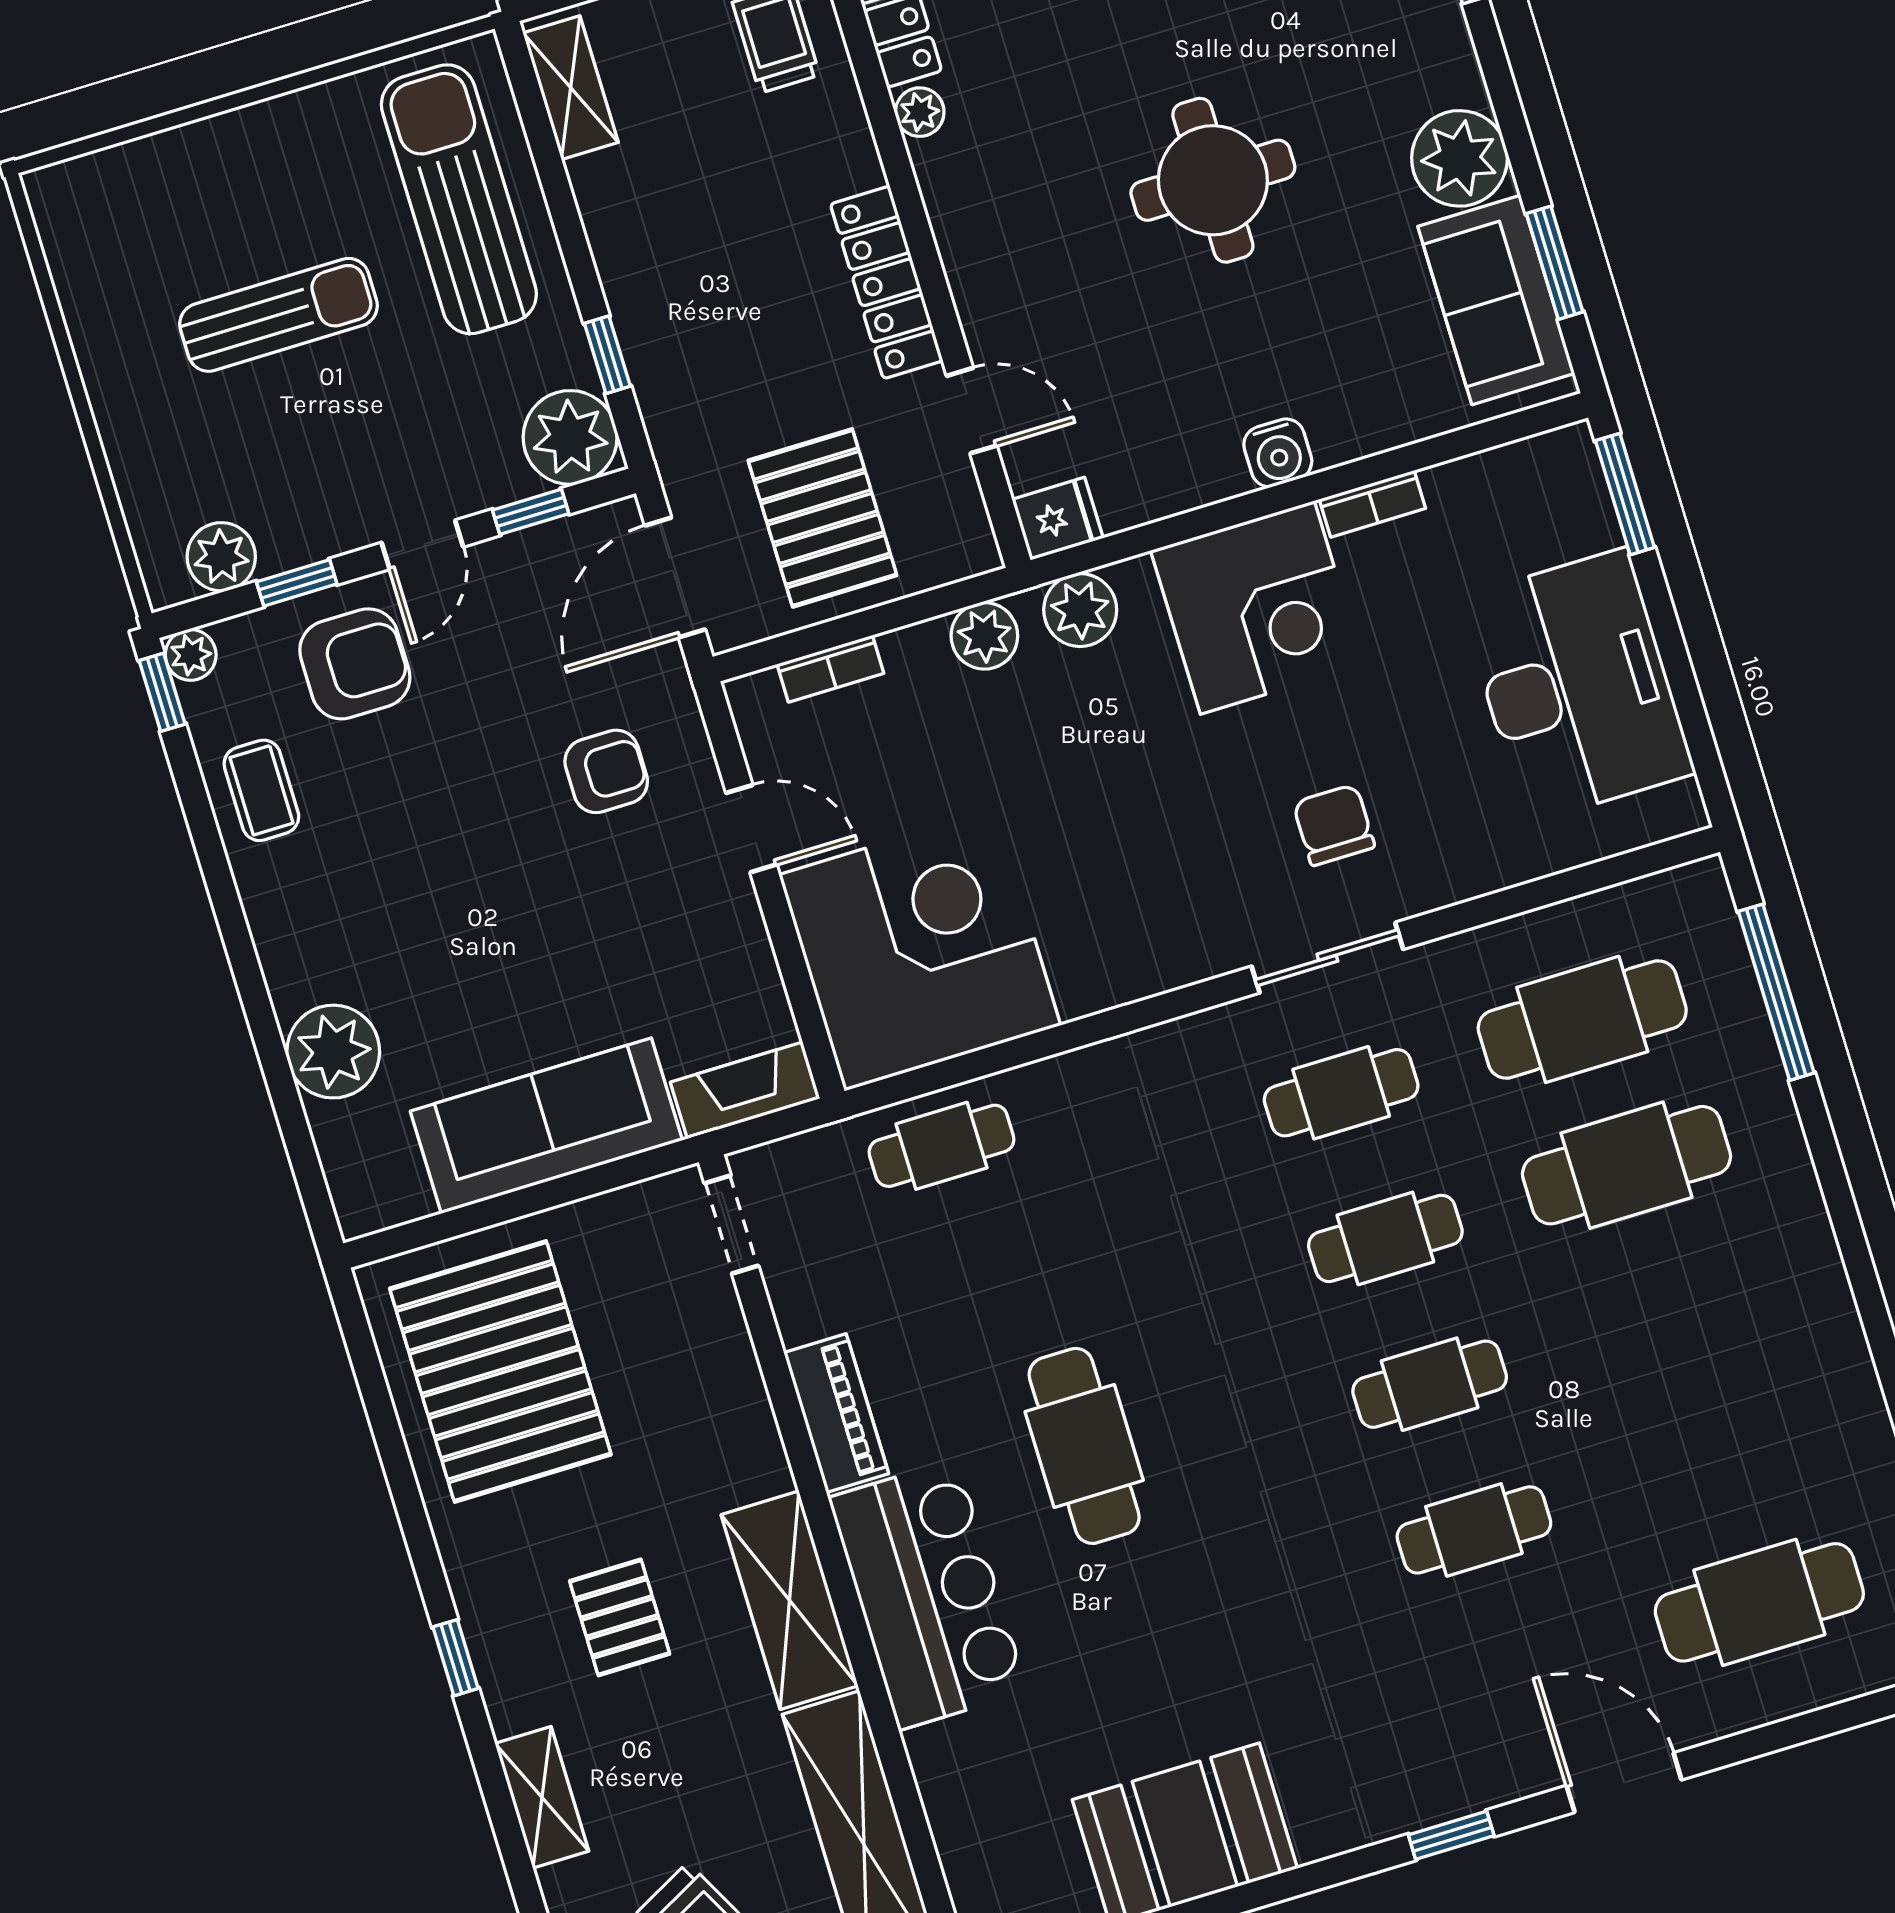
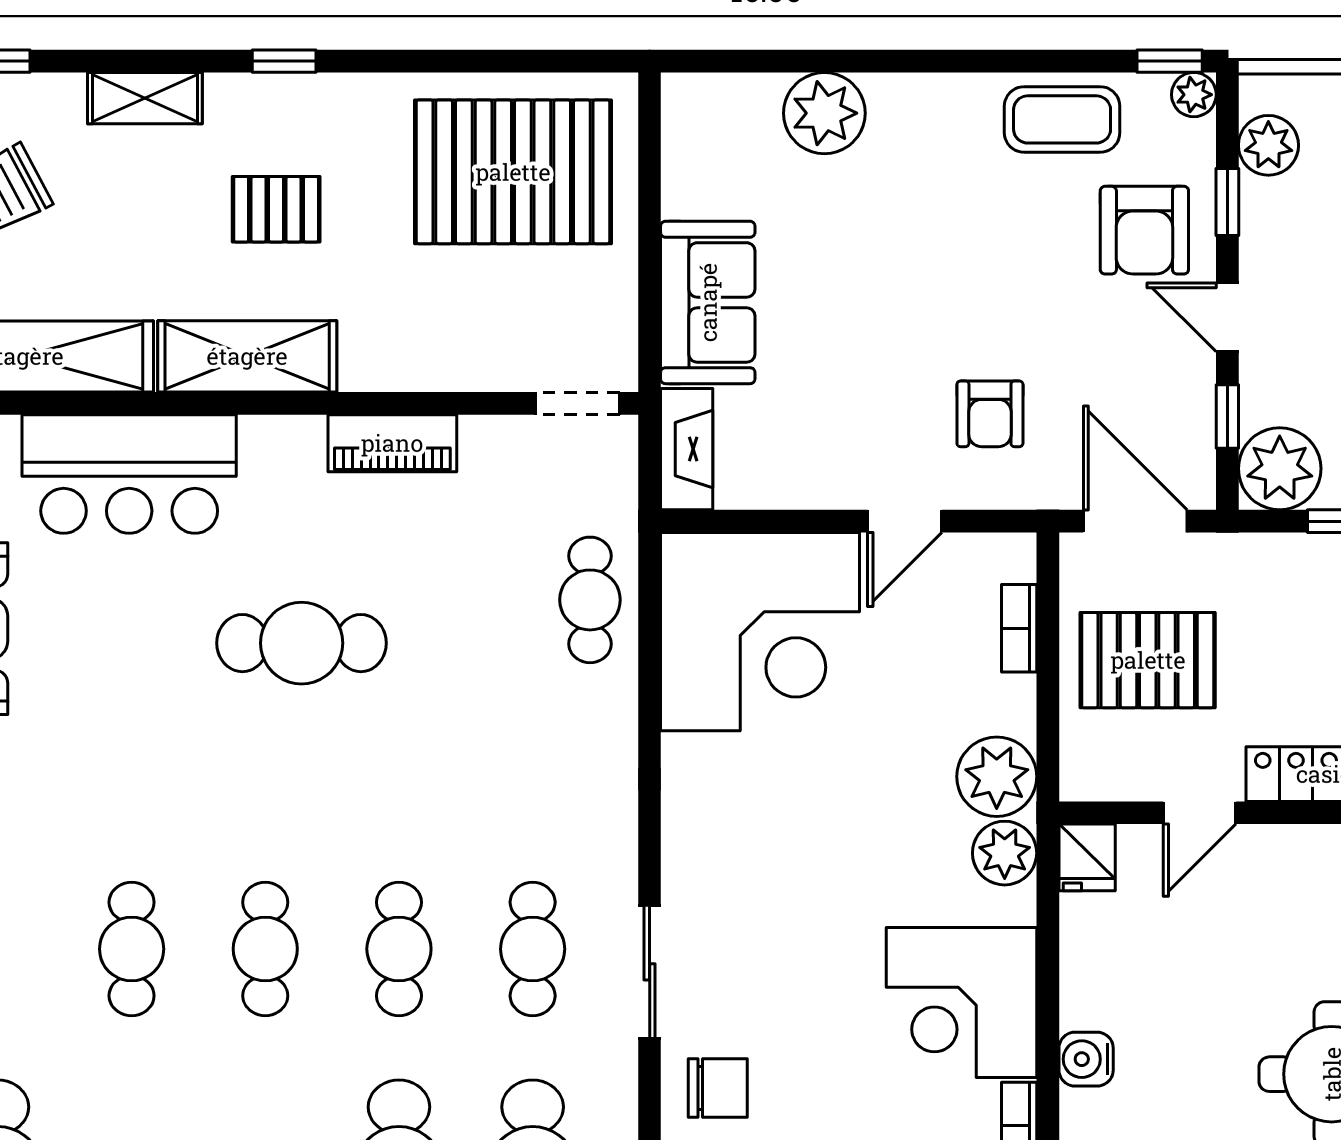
plant: (984, 636) -> (997, 777), width x1.36, depth x1.36
coffee table: (261, 790) -> (1062, 119), width x1.36, depth x1.30
chair: (1334, 825) -> (718, 1088), moved
sofa: (546, 1126) -> (708, 302), width x0.73
bar counter: (928, 1595) -> (129, 474), moved

